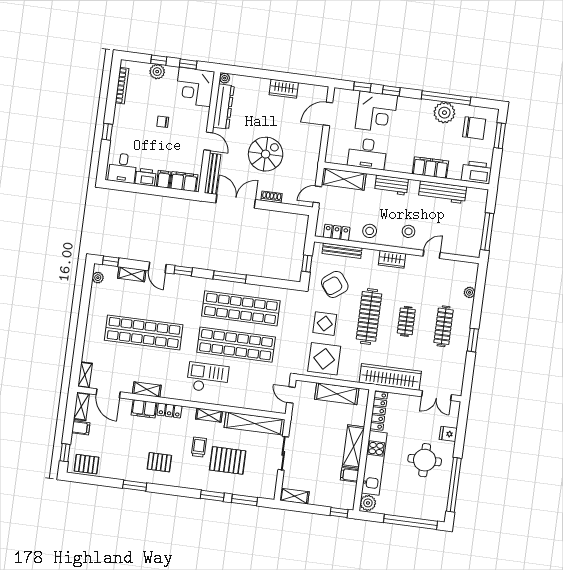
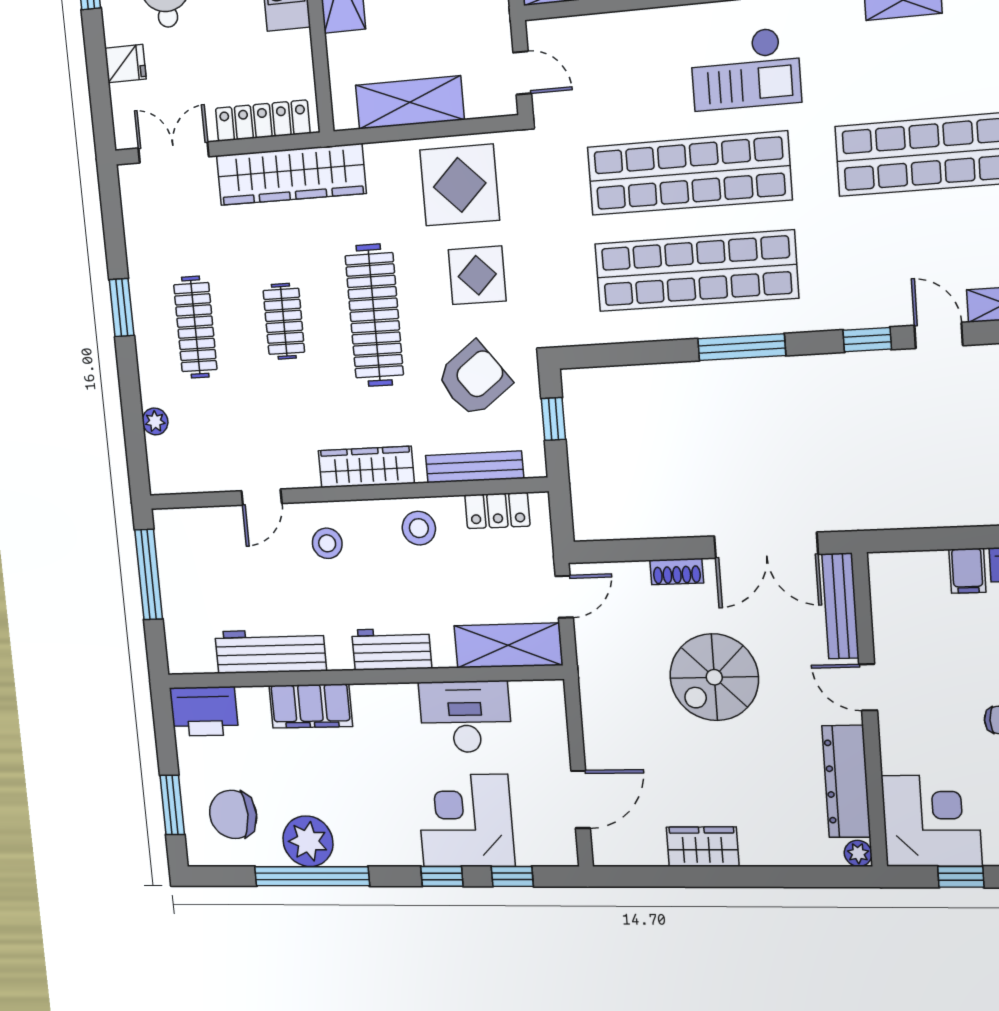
filing cabinet: (184, 182) -> (912, 574), removed
wardrobe: (392, 259) -> (366, 467), width x1.50
locker: (379, 411) -> (263, 121), moved, turned 90

